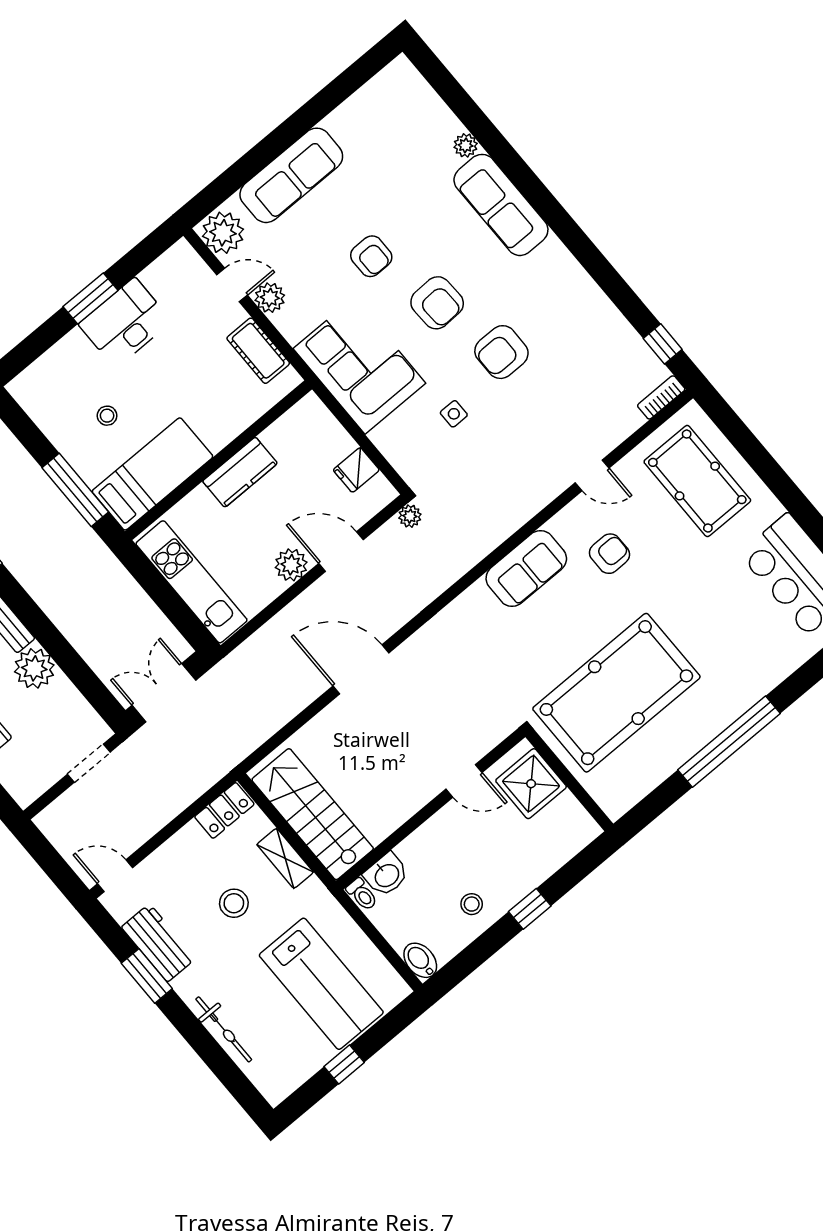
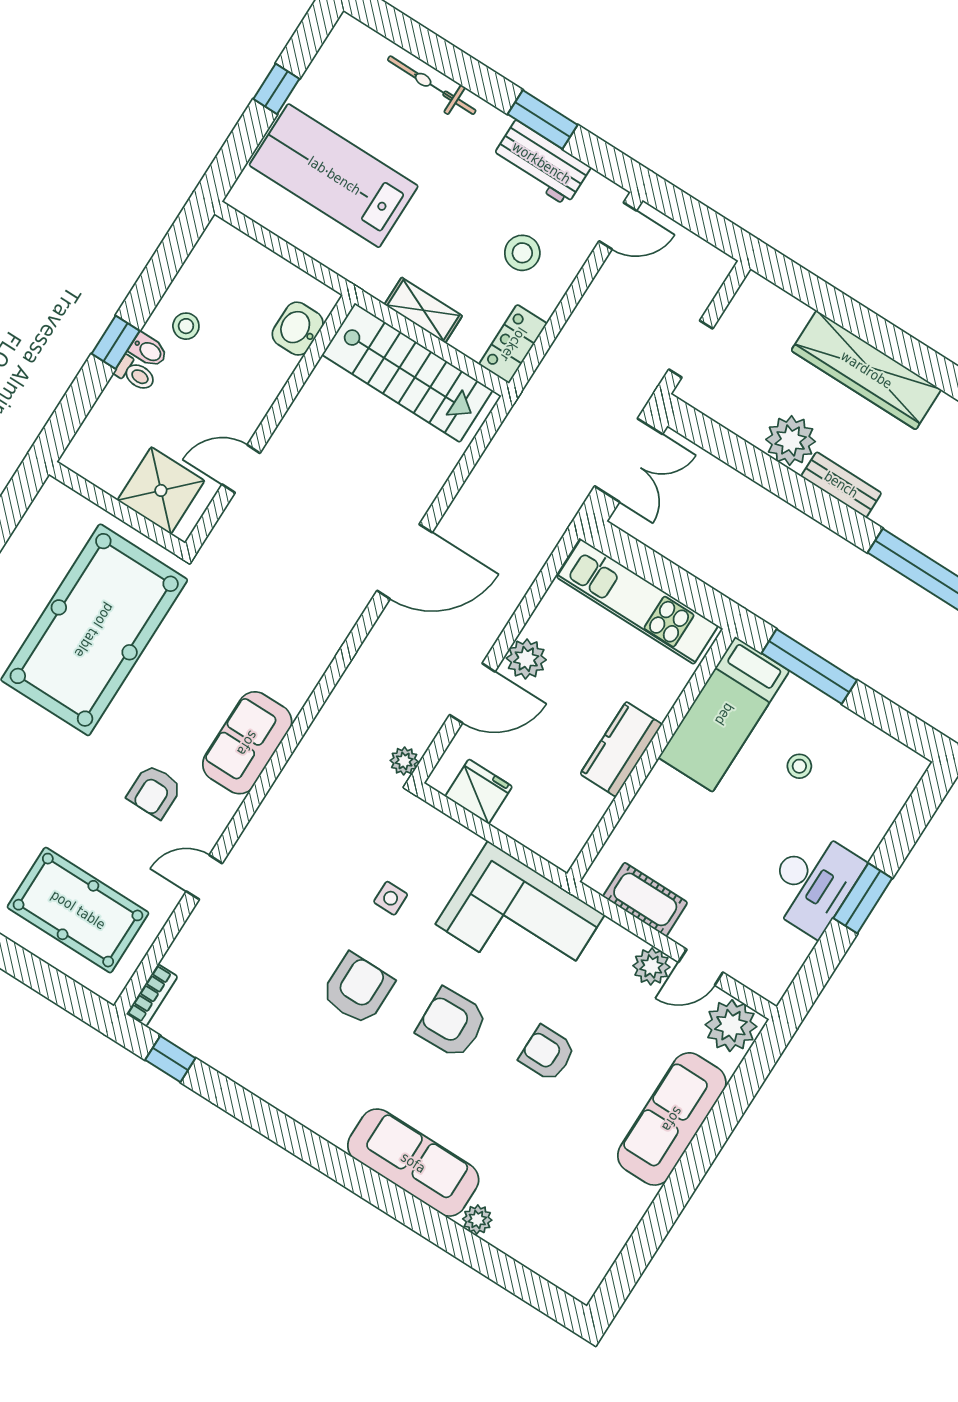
fridge: (356, 470) -> (479, 792), width x1.38
toilet: (362, 894) -> (135, 374), moved, turned 180
stool: (234, 903) -> (522, 253), moved
bidet: (420, 960) -> (148, 350), moved, width x0.72, depth x0.74

